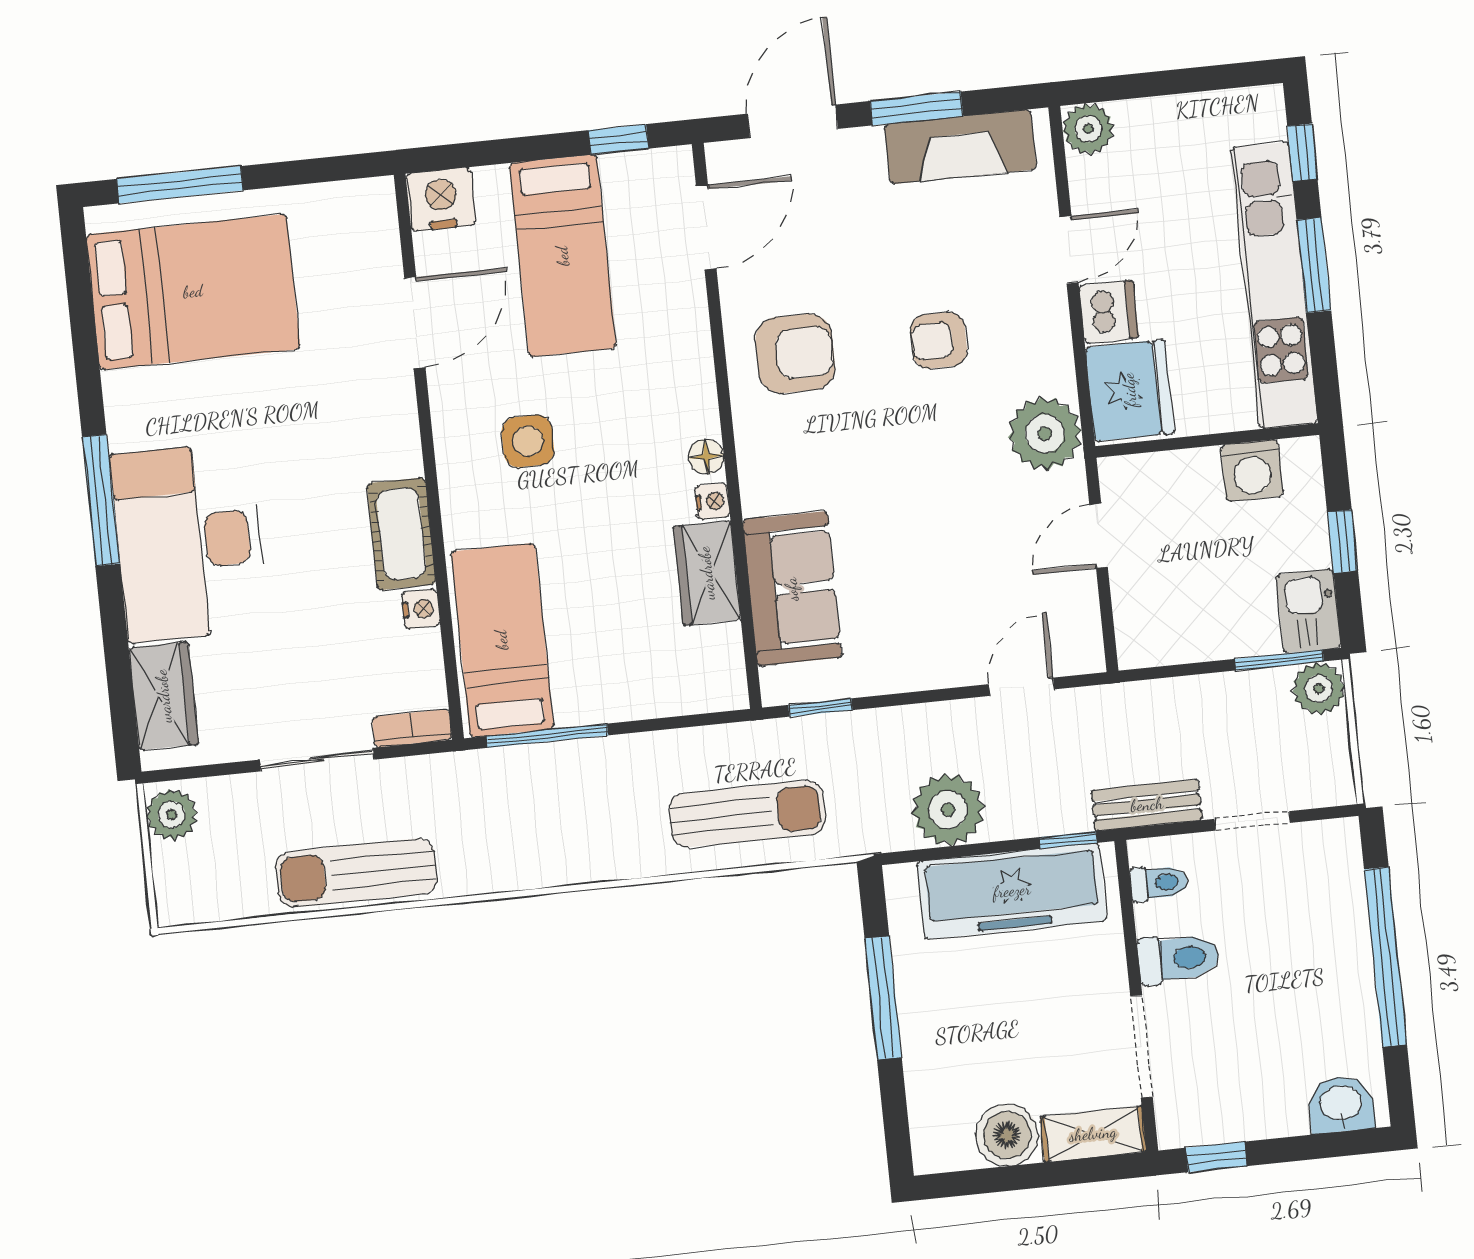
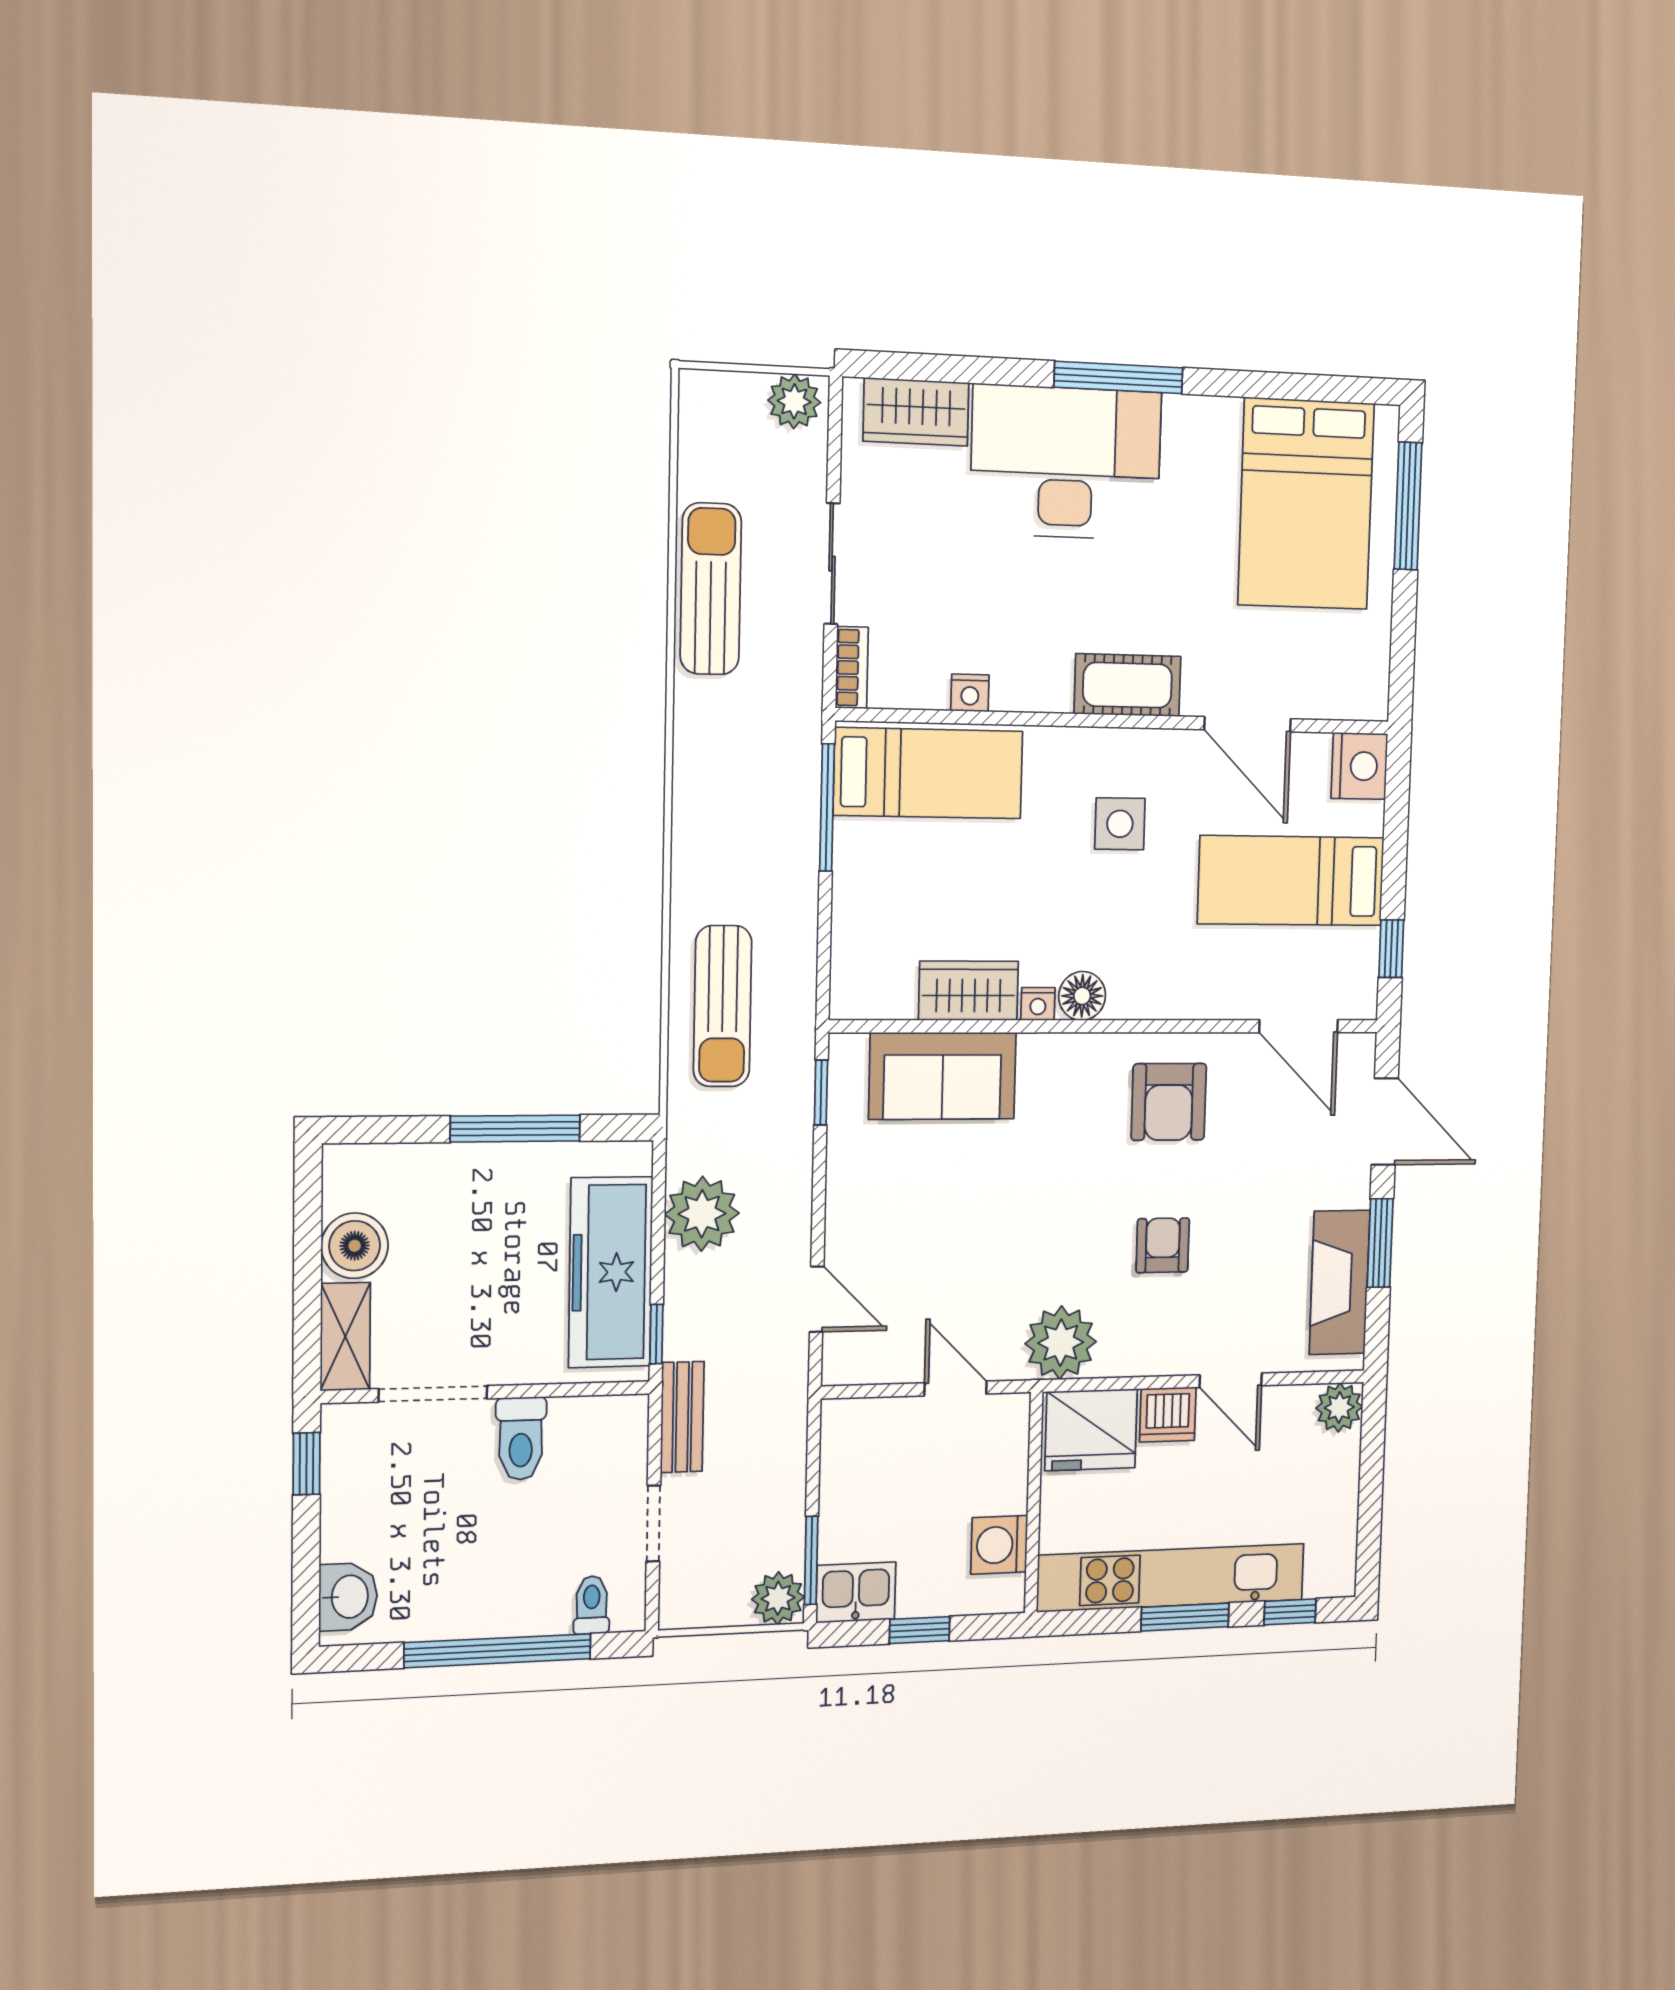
floor lamp: (706, 457) -> (1082, 996), width x1.37, depth x1.37
cot: (401, 534) -> (1128, 685), moved
toilet: (1159, 883) -> (592, 1605), moved, turned 180

